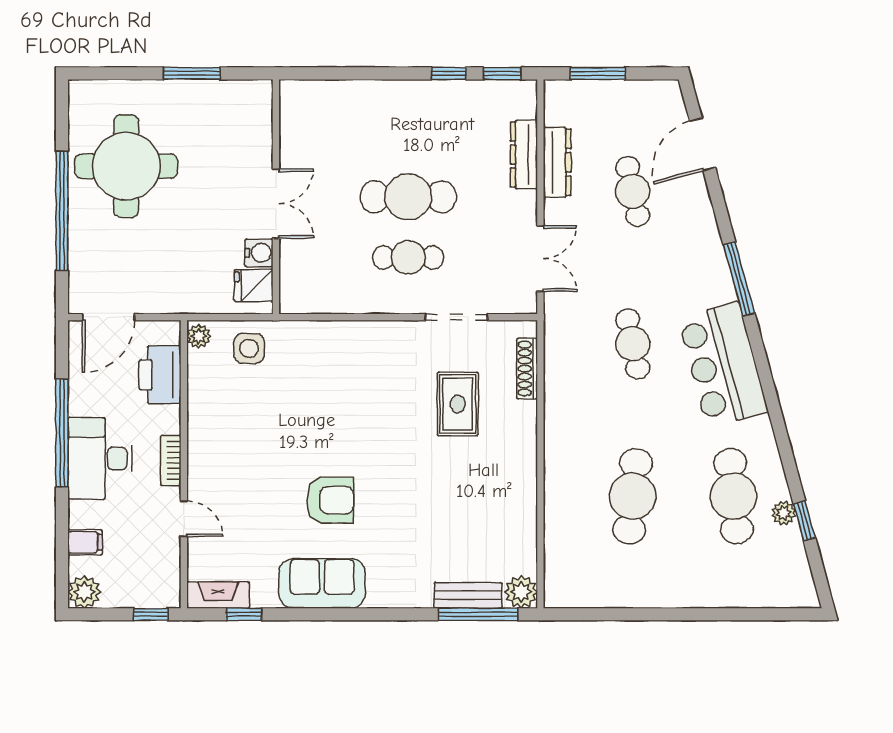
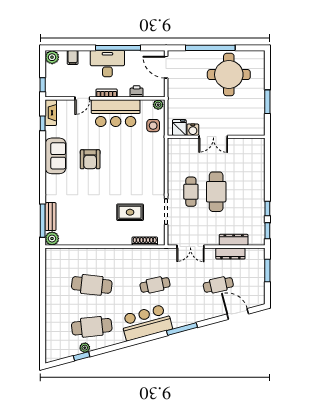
printer: (160, 375) -> (137, 91), width x0.53, depth x0.68
bar counter: (219, 439) -> (116, 113), added

